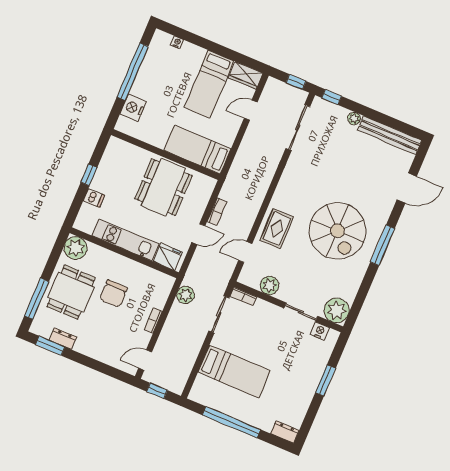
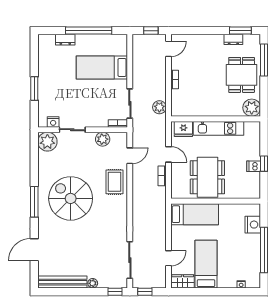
dishwasher: (94, 198) -> (254, 166), moved
door: (198, 234) -> (169, 154), swing flipped
chair: (114, 294) -> (211, 87), removed
dresser: (285, 432) -> (65, 40), moved

